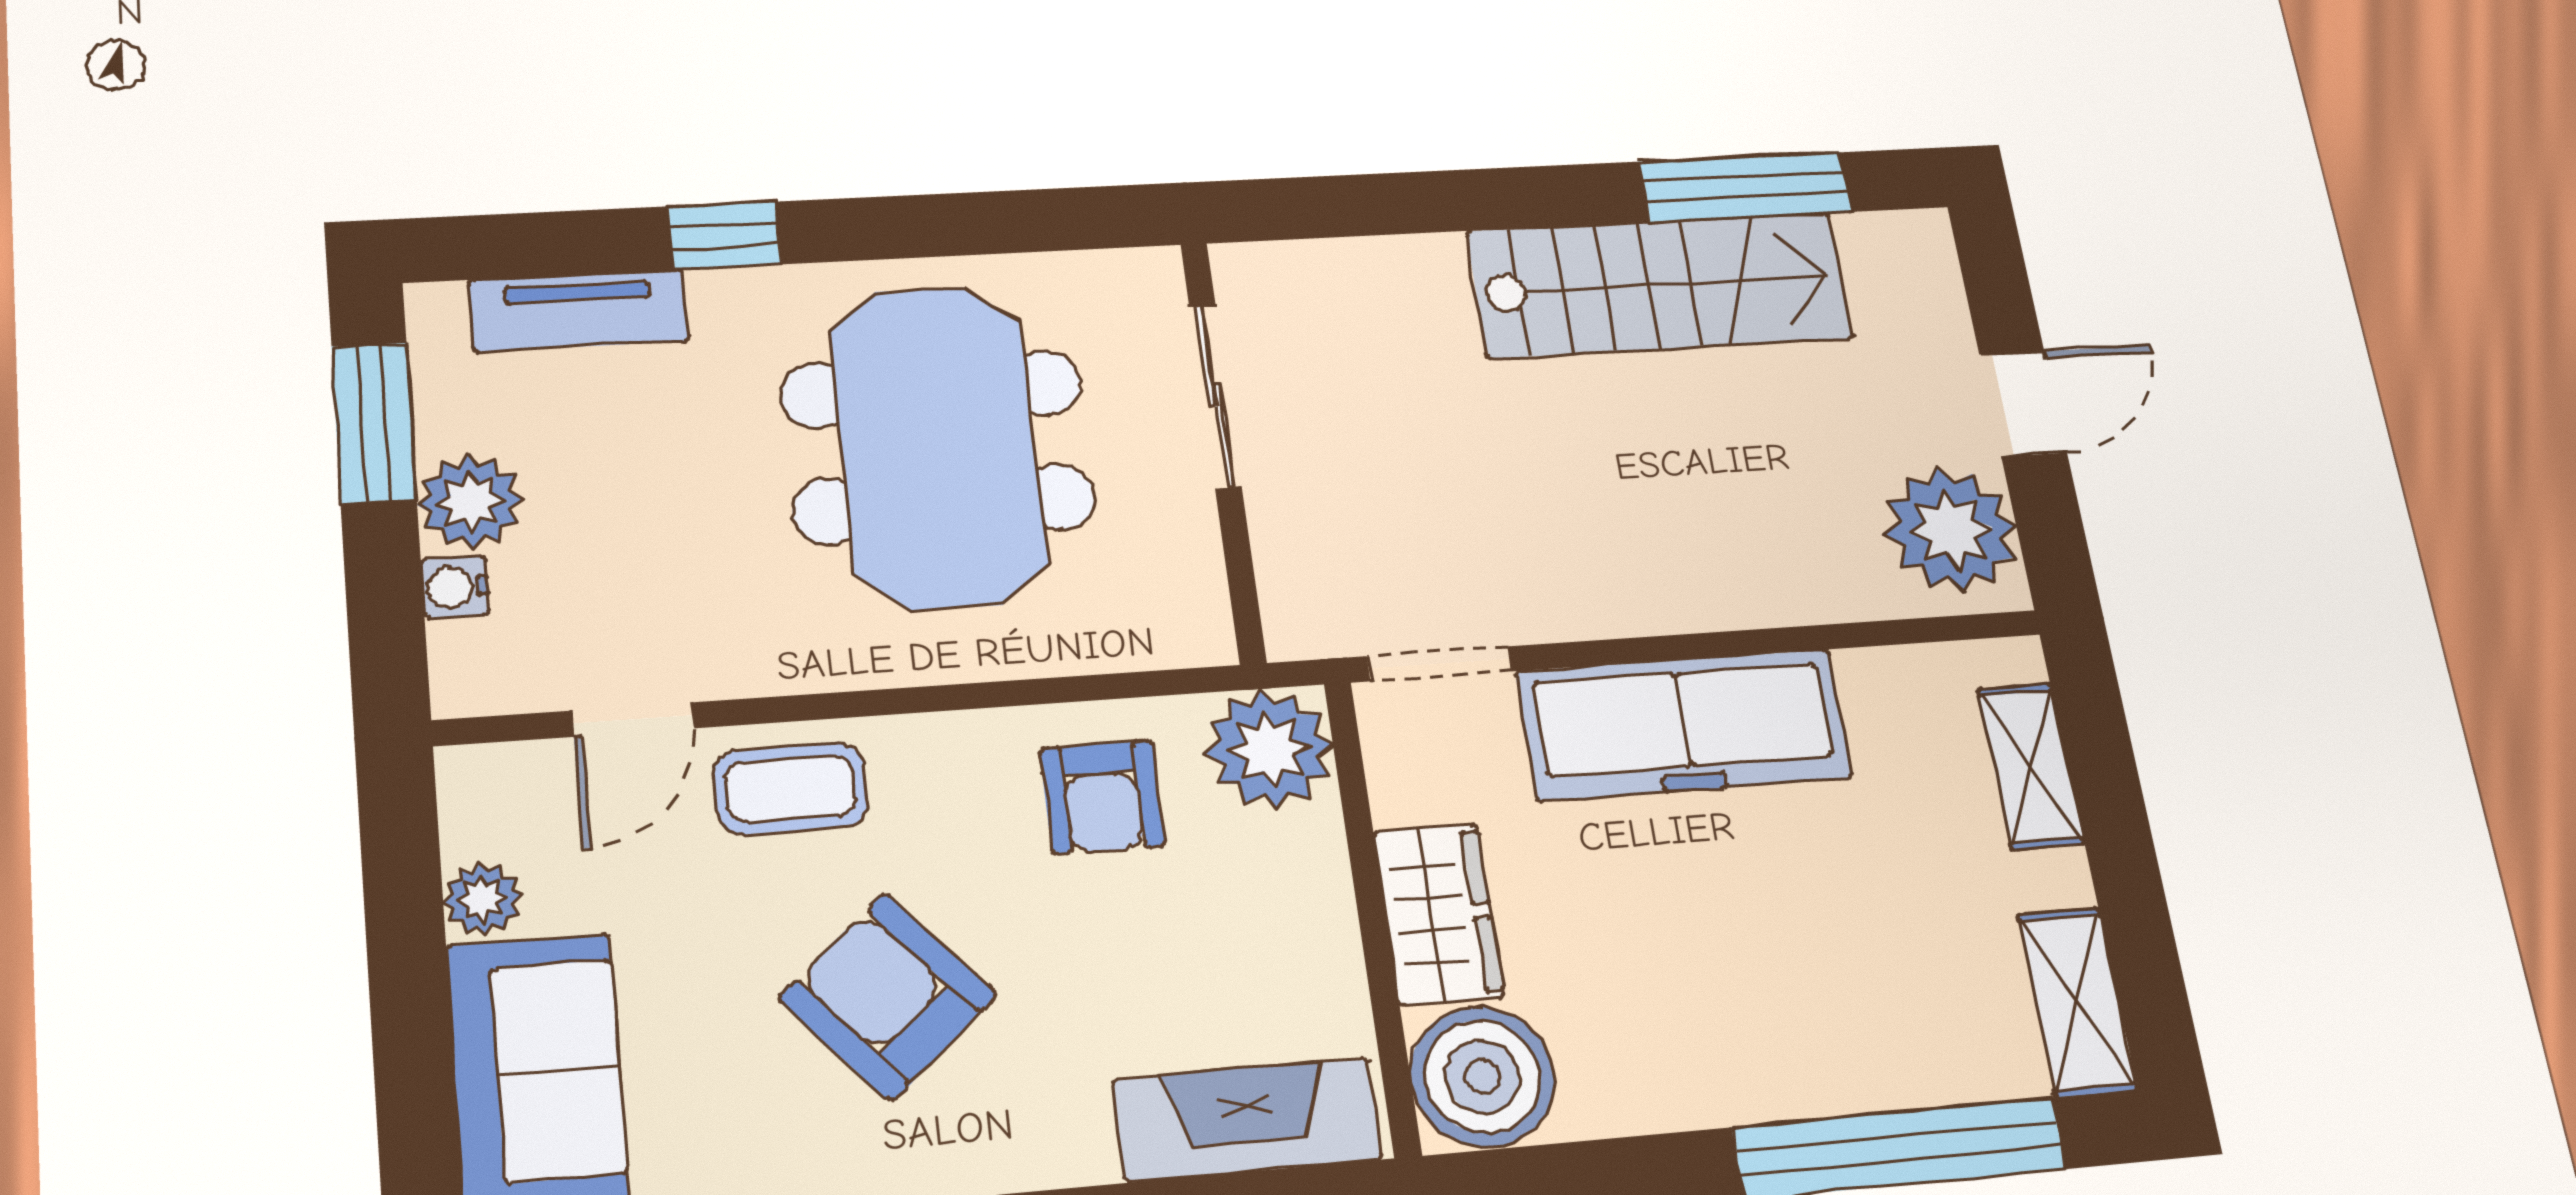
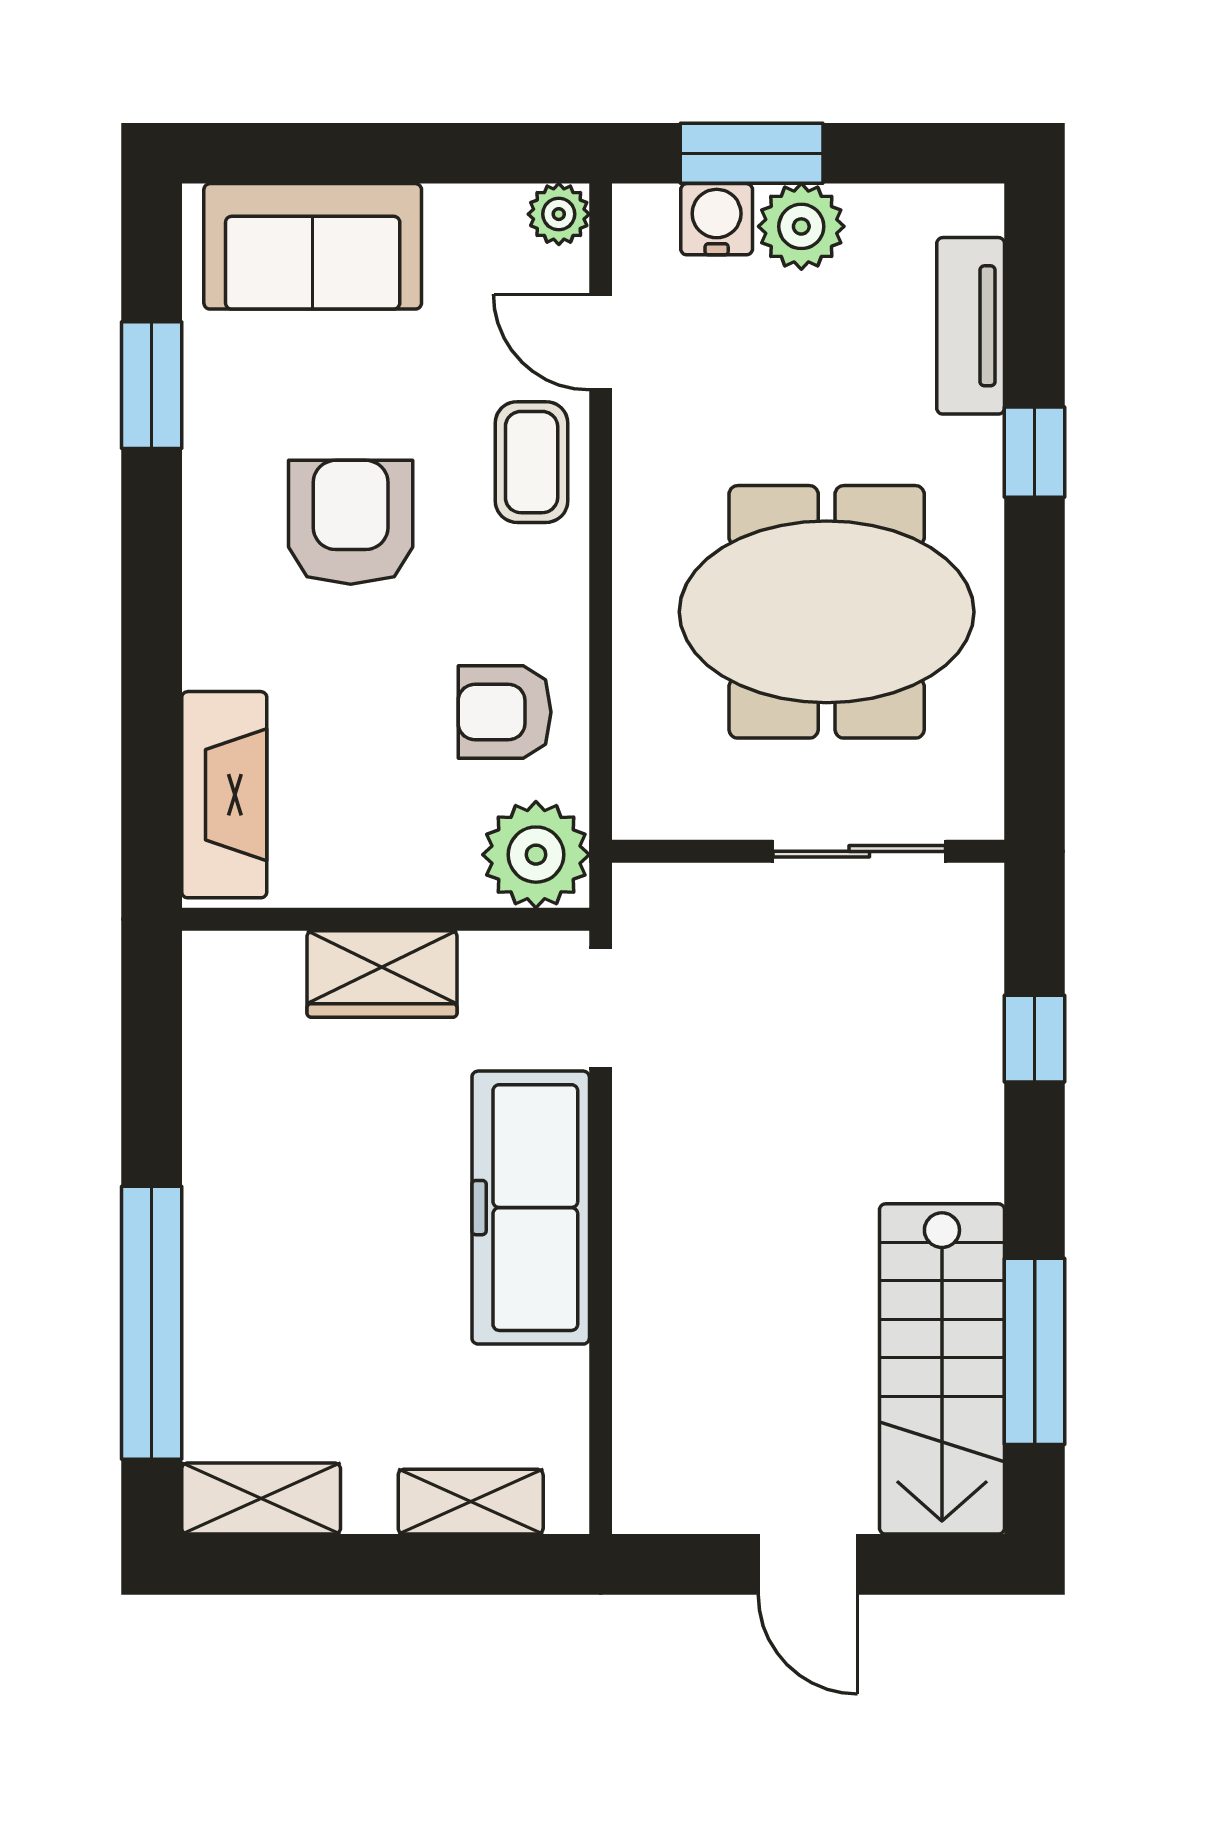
window: (1401, 203) -> (1035, 1039), added
stairs: (1660, 285) -> (942, 1369), moved
window: (374, 423) -> (752, 153), moved
plant: (1951, 530) -> (692, 1475), removed
water cooler: (455, 587) -> (717, 219), width x1.38, depth x1.38
plant: (483, 899) -> (559, 214), moved
armchair: (888, 996) -> (351, 522), turned -49
boiler: (1483, 1077) -> (242, 989), removed

